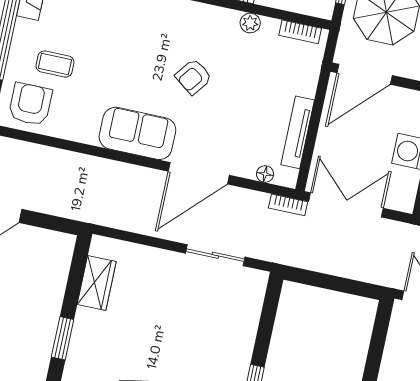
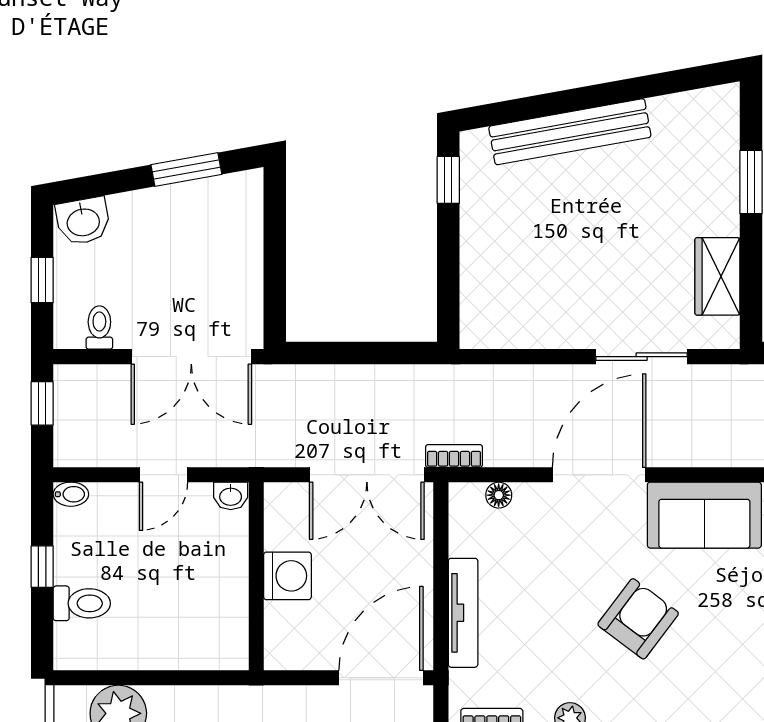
armchair: (193, 77) -> (638, 619), width x1.38, depth x1.38
tv unit: (298, 132) -> (463, 613), moved
sliding door: (215, 255) -> (642, 357), moved

